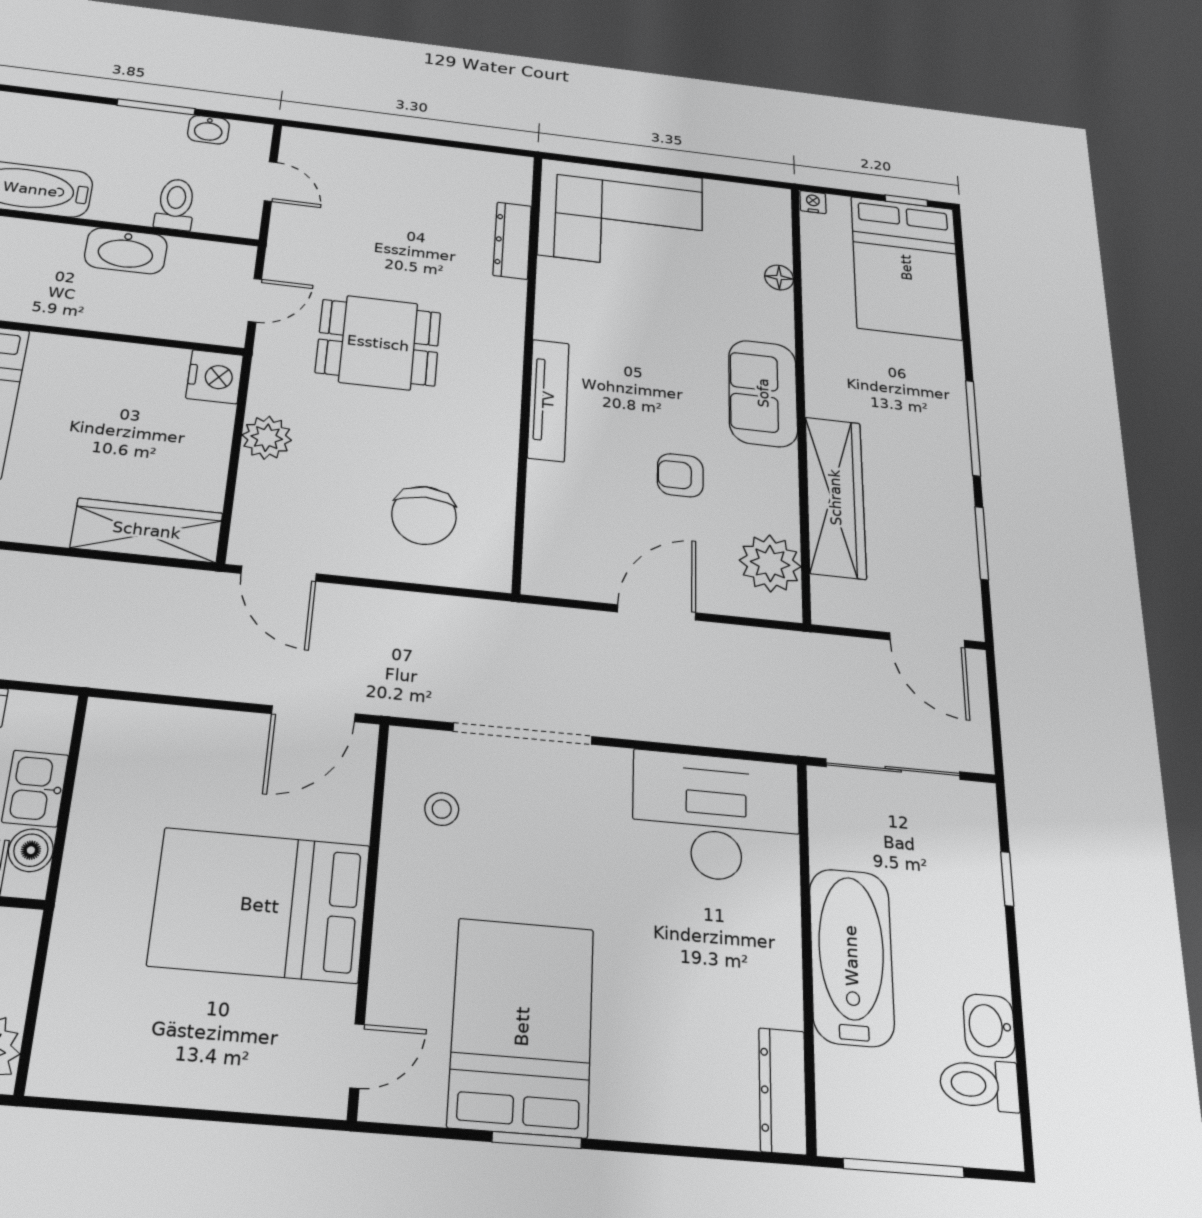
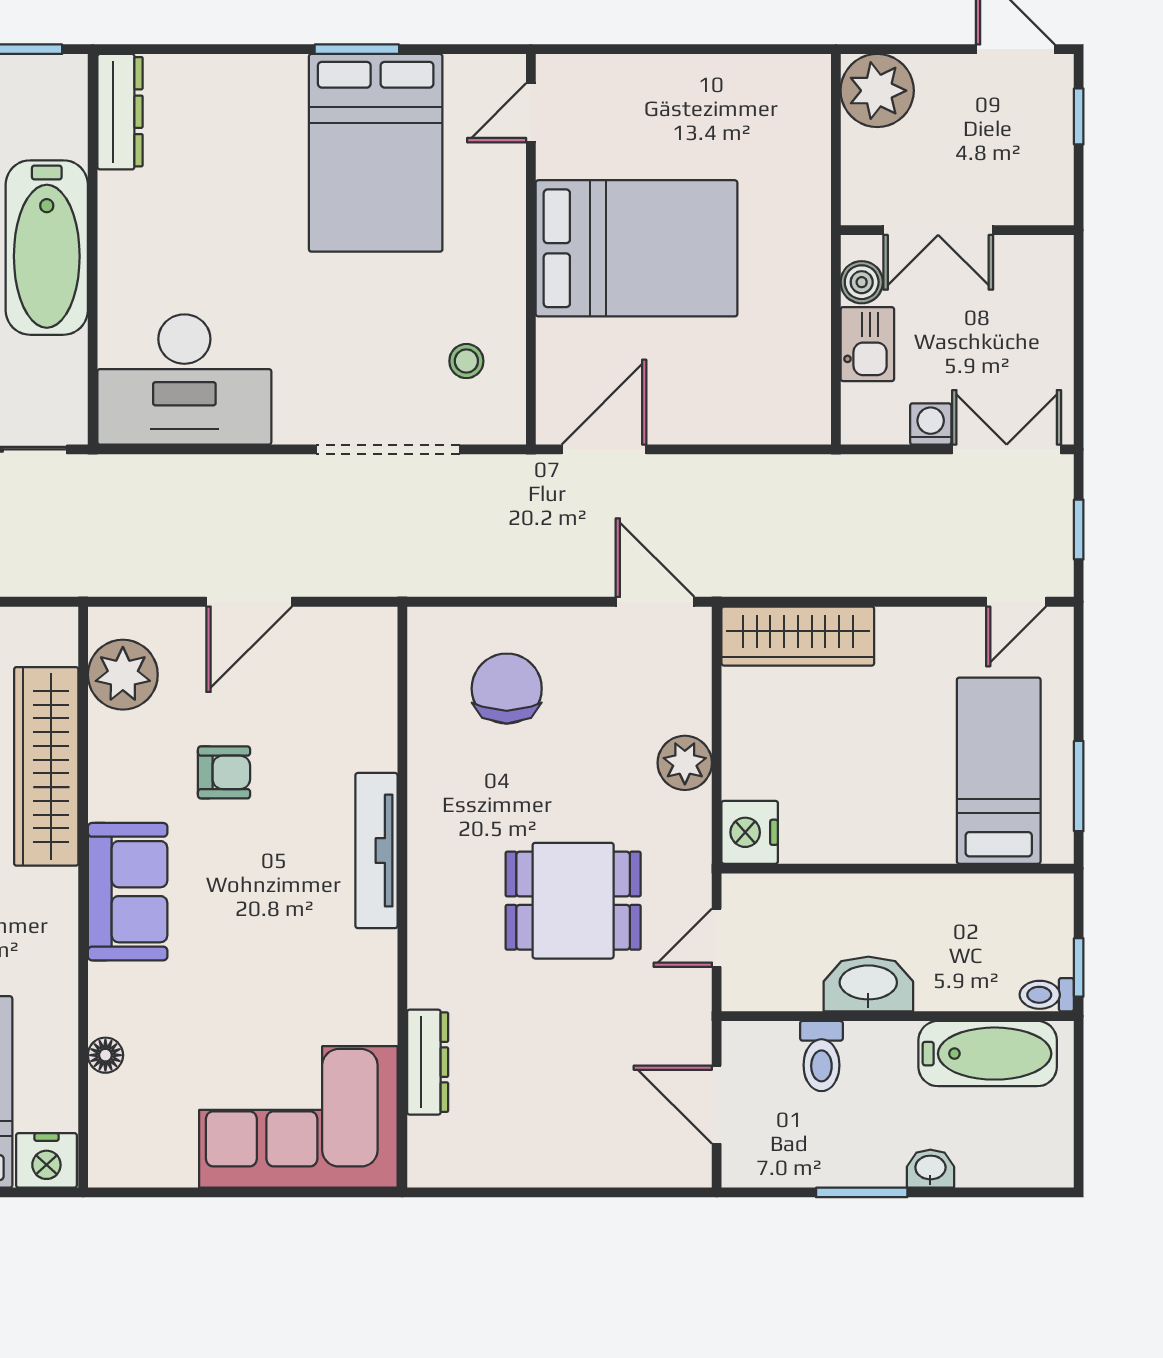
washbasin: (208, 130) -> (930, 1169), moved
door: (270, 182) -> (717, 1105), width x1.38
nightstand: (813, 202) -> (46, 1160), width x1.89, depth x1.79

